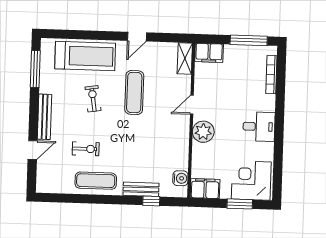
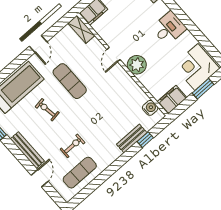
exercise mat: (96, 181) -> (80, 173), moved

